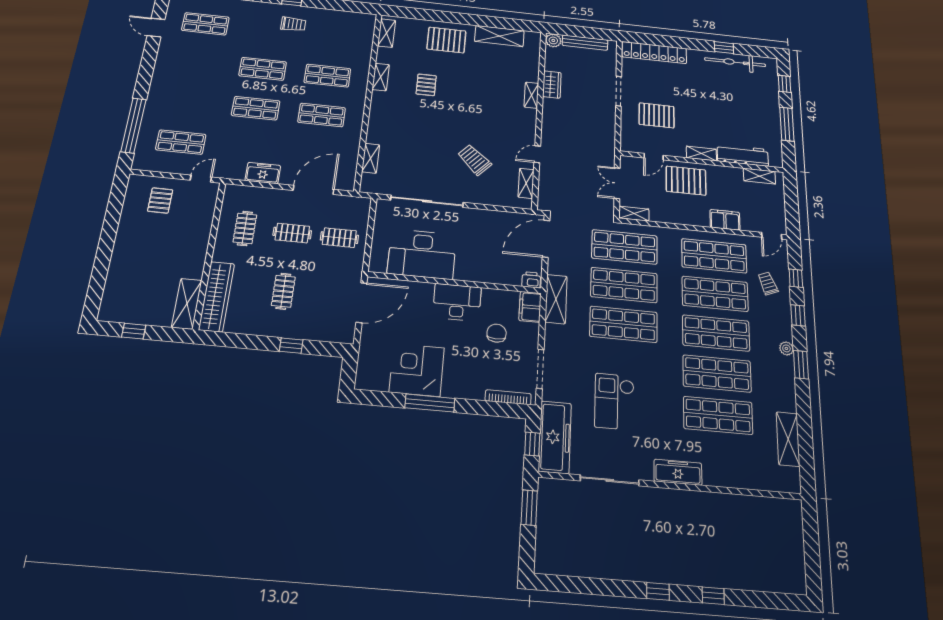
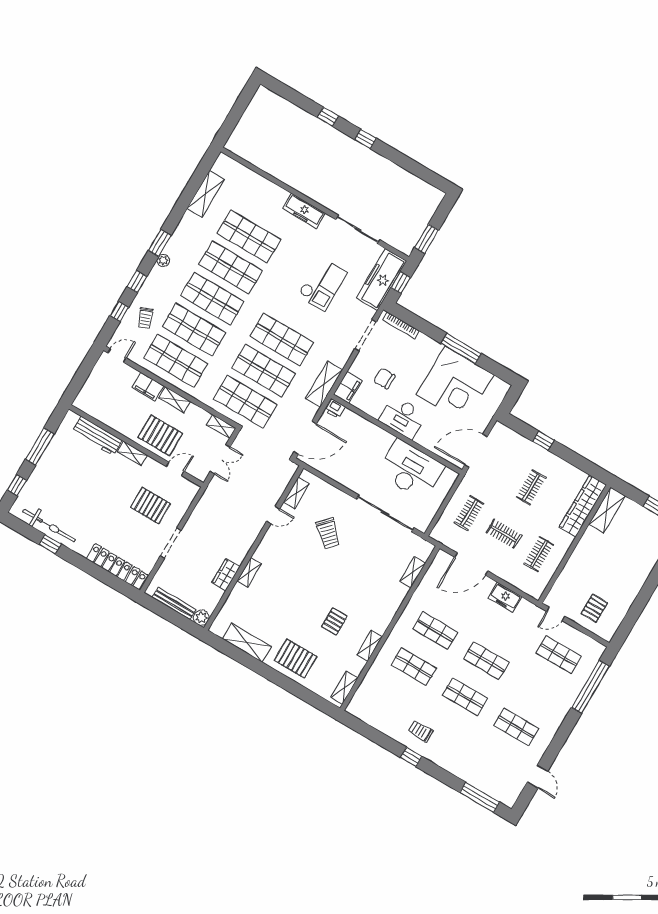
shop shelf: (205, 24) -> (516, 727), moved
shelving: (759, 176) -> (175, 400), moved
clothes rail: (339, 238) -> (469, 513), turned 90
chair: (497, 333) -> (384, 379), turned 88
corner desk: (417, 370) -> (455, 385), width x1.36, depth x1.36

